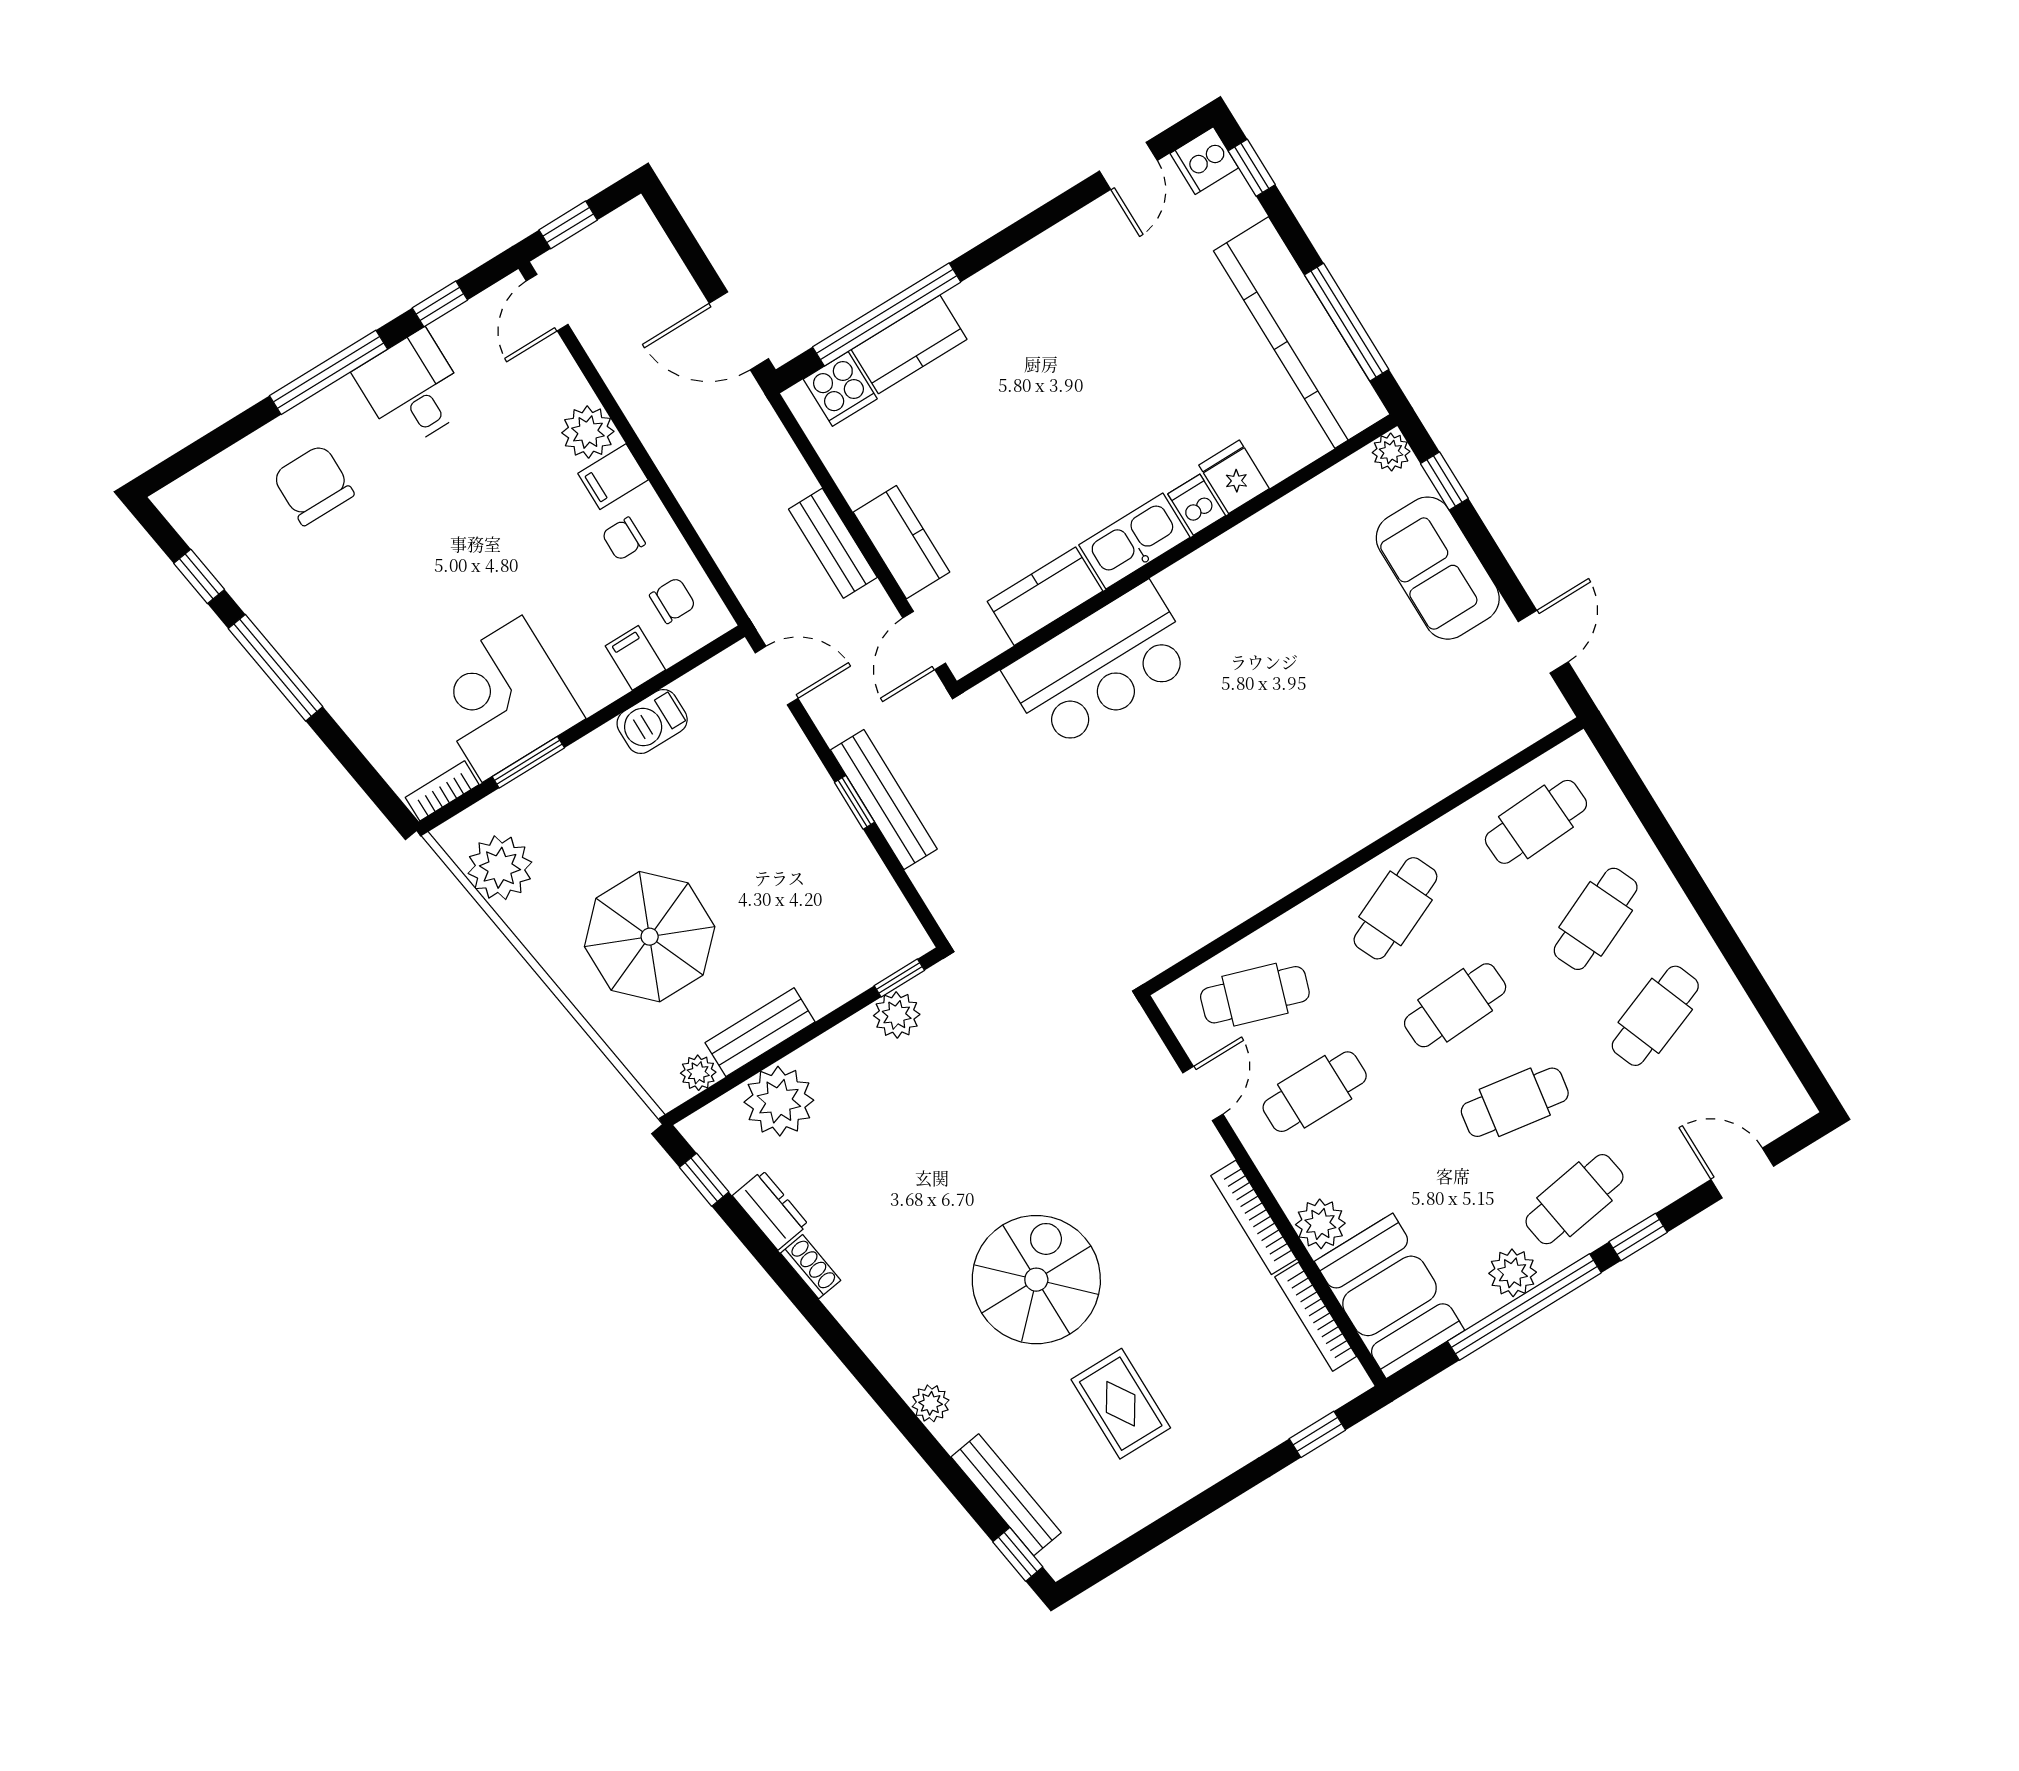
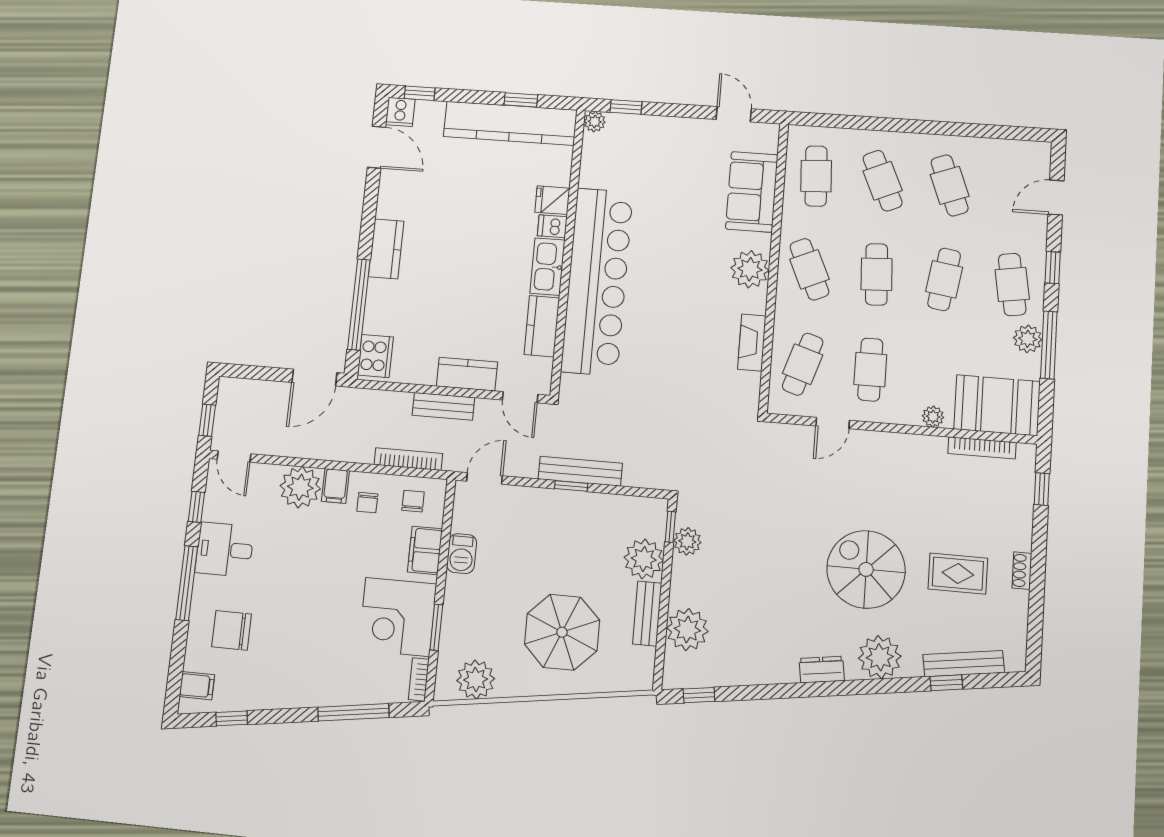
door: (1128, 166) -> (377, 147), width x1.38
window: (1347, 322) -> (521, 100), width x0.46
kitchen counter: (909, 344) -> (386, 249), moved
cooker: (840, 389) -> (375, 356), width x1.36
plant: (588, 432) -> (300, 487), width x1.36, depth x1.36
filing cabinet: (205, 495) -> (197, 686), added
sofa: (1438, 568) -> (752, 192), moved, turned 90
filing cabinet: (635, 658) -> (425, 550), width x2.00
bar counter: (1100, 666) -> (597, 281), width x1.86
window: (276, 668) -> (353, 712), moved
plant: (1336, 826) -> (750, 269), added
fireplace: (1234, 904) -> (752, 343), added
plant: (698, 1073) -> (644, 559), moved, width x1.88, depth x1.88
door: (1203, 1094) -> (833, 423), swing flipped
dresser: (770, 1210) -> (822, 670), moved
bookcase: (1254, 1217) -> (408, 459), moved, turned 180
plant: (1320, 1224) -> (933, 417), width x0.73, depth x0.73
shoe rack: (811, 1267) -> (1022, 571), moved, turned -82
window: (1524, 1307) -> (1049, 345), width x0.68
plant: (931, 1403) -> (880, 657), width x1.87, depth x1.87
window: (1018, 1554) -> (946, 683), moved

